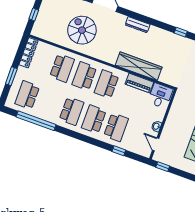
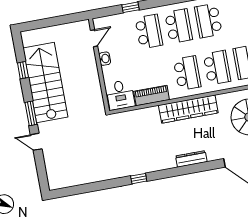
wardrobe: (139, 66) -> (188, 109), moved
school desk: (116, 127) -> (149, 32), turned 180
door: (156, 144) -> (94, 38), hinge flipped
window: (163, 167) -> (72, 18), removed

